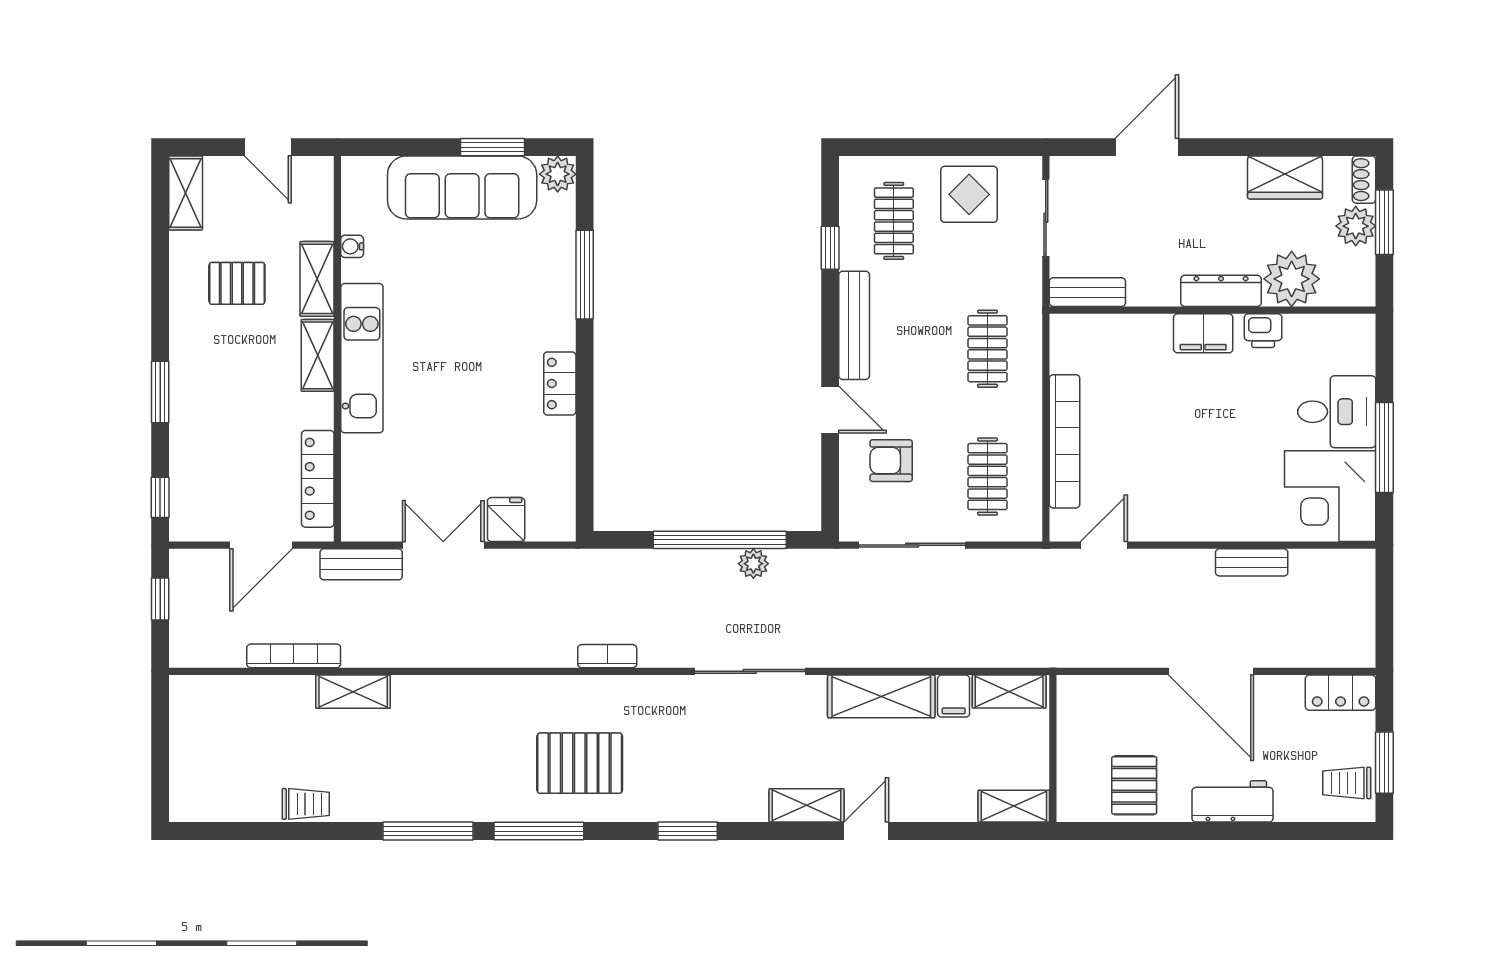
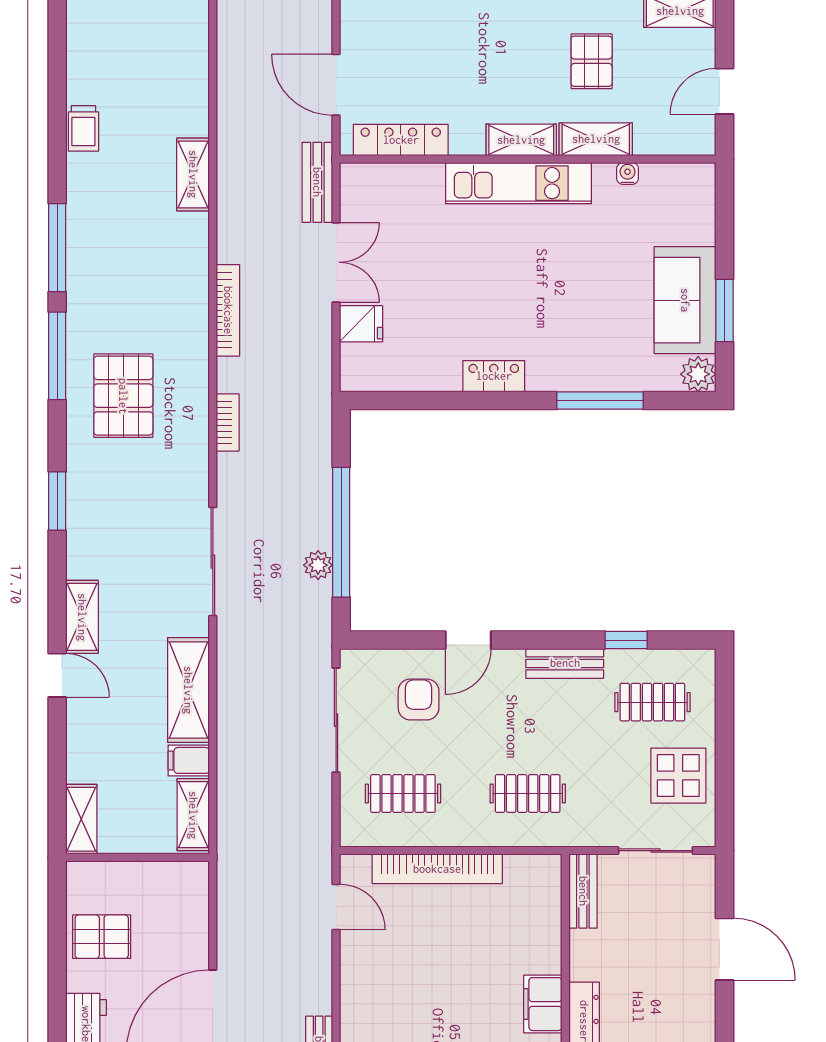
sofa: (462, 187) -> (685, 300), width x0.73
bench: (854, 325) -> (565, 663), width x0.73
bookcase: (294, 656) -> (228, 310), moved

